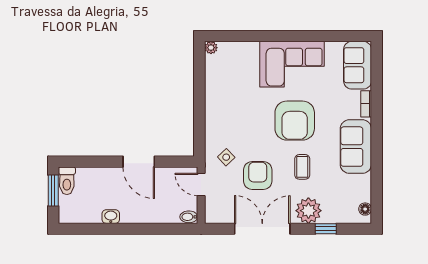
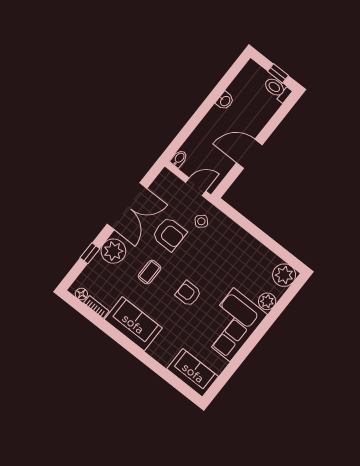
plant: (211, 48) -> (284, 275), width x1.88, depth x1.88
plant: (249, 50) -> (267, 301), added
bookcase: (366, 104) -> (96, 307), moved
armchair: (295, 121) -> (188, 294), width x0.53, depth x0.53
coffee table: (302, 167) -> (149, 272), turned 90
window: (53, 190) -> (278, 73), width x0.67

